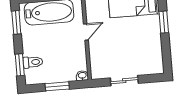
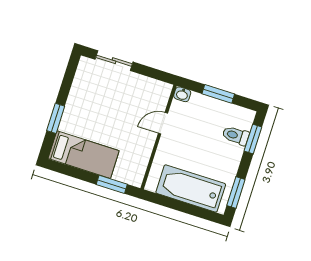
door: (86, 32) -> (163, 123), moved
sliding door: (124, 81) -> (114, 61), moved

